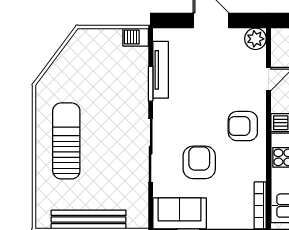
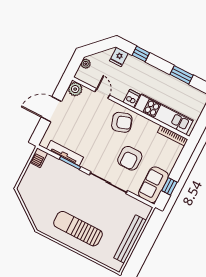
armchair: (243, 126) -> (122, 122), turned -108
armchair: (199, 162) -> (130, 158), turned -90

